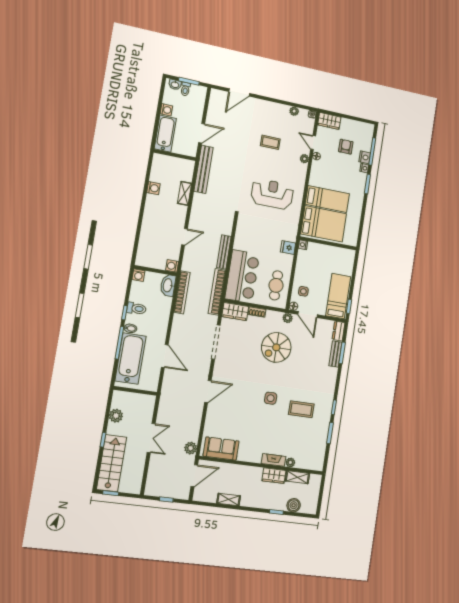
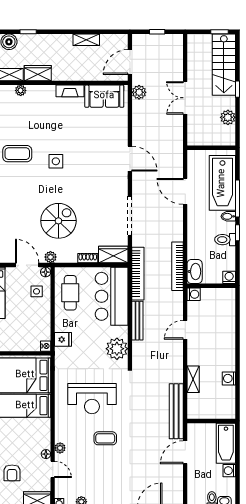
coffee table: (270, 142) -> (105, 438), moved
plant: (245, 232) -> (117, 349), added
door: (208, 392) -> (130, 159), swing flipped
fireplace: (274, 460) -> (70, 91), moved

